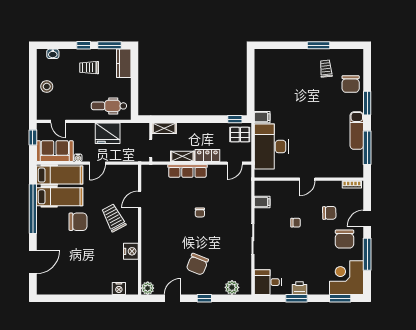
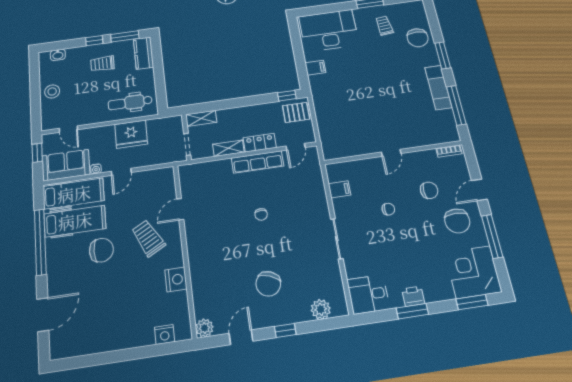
filing cabinet: (262, 117) -> (315, 68), moved
desk: (271, 147) -> (329, 30), moved, turned 90
row of seats: (187, 171) -> (258, 162), moved

